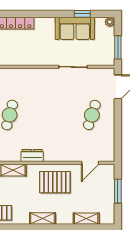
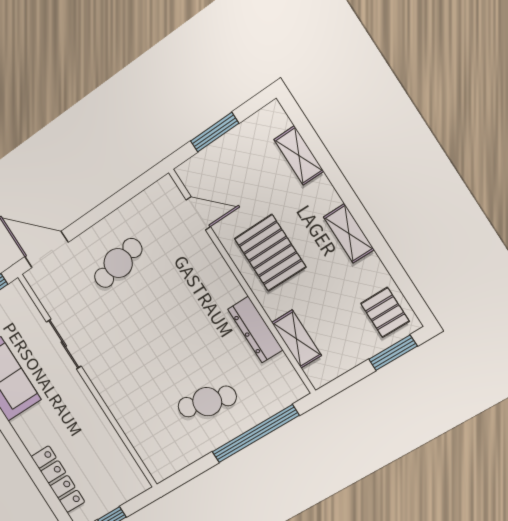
cafe table: (92, 115) -> (118, 263), turned -30
dresser: (32, 156) -> (255, 330), width x1.44

